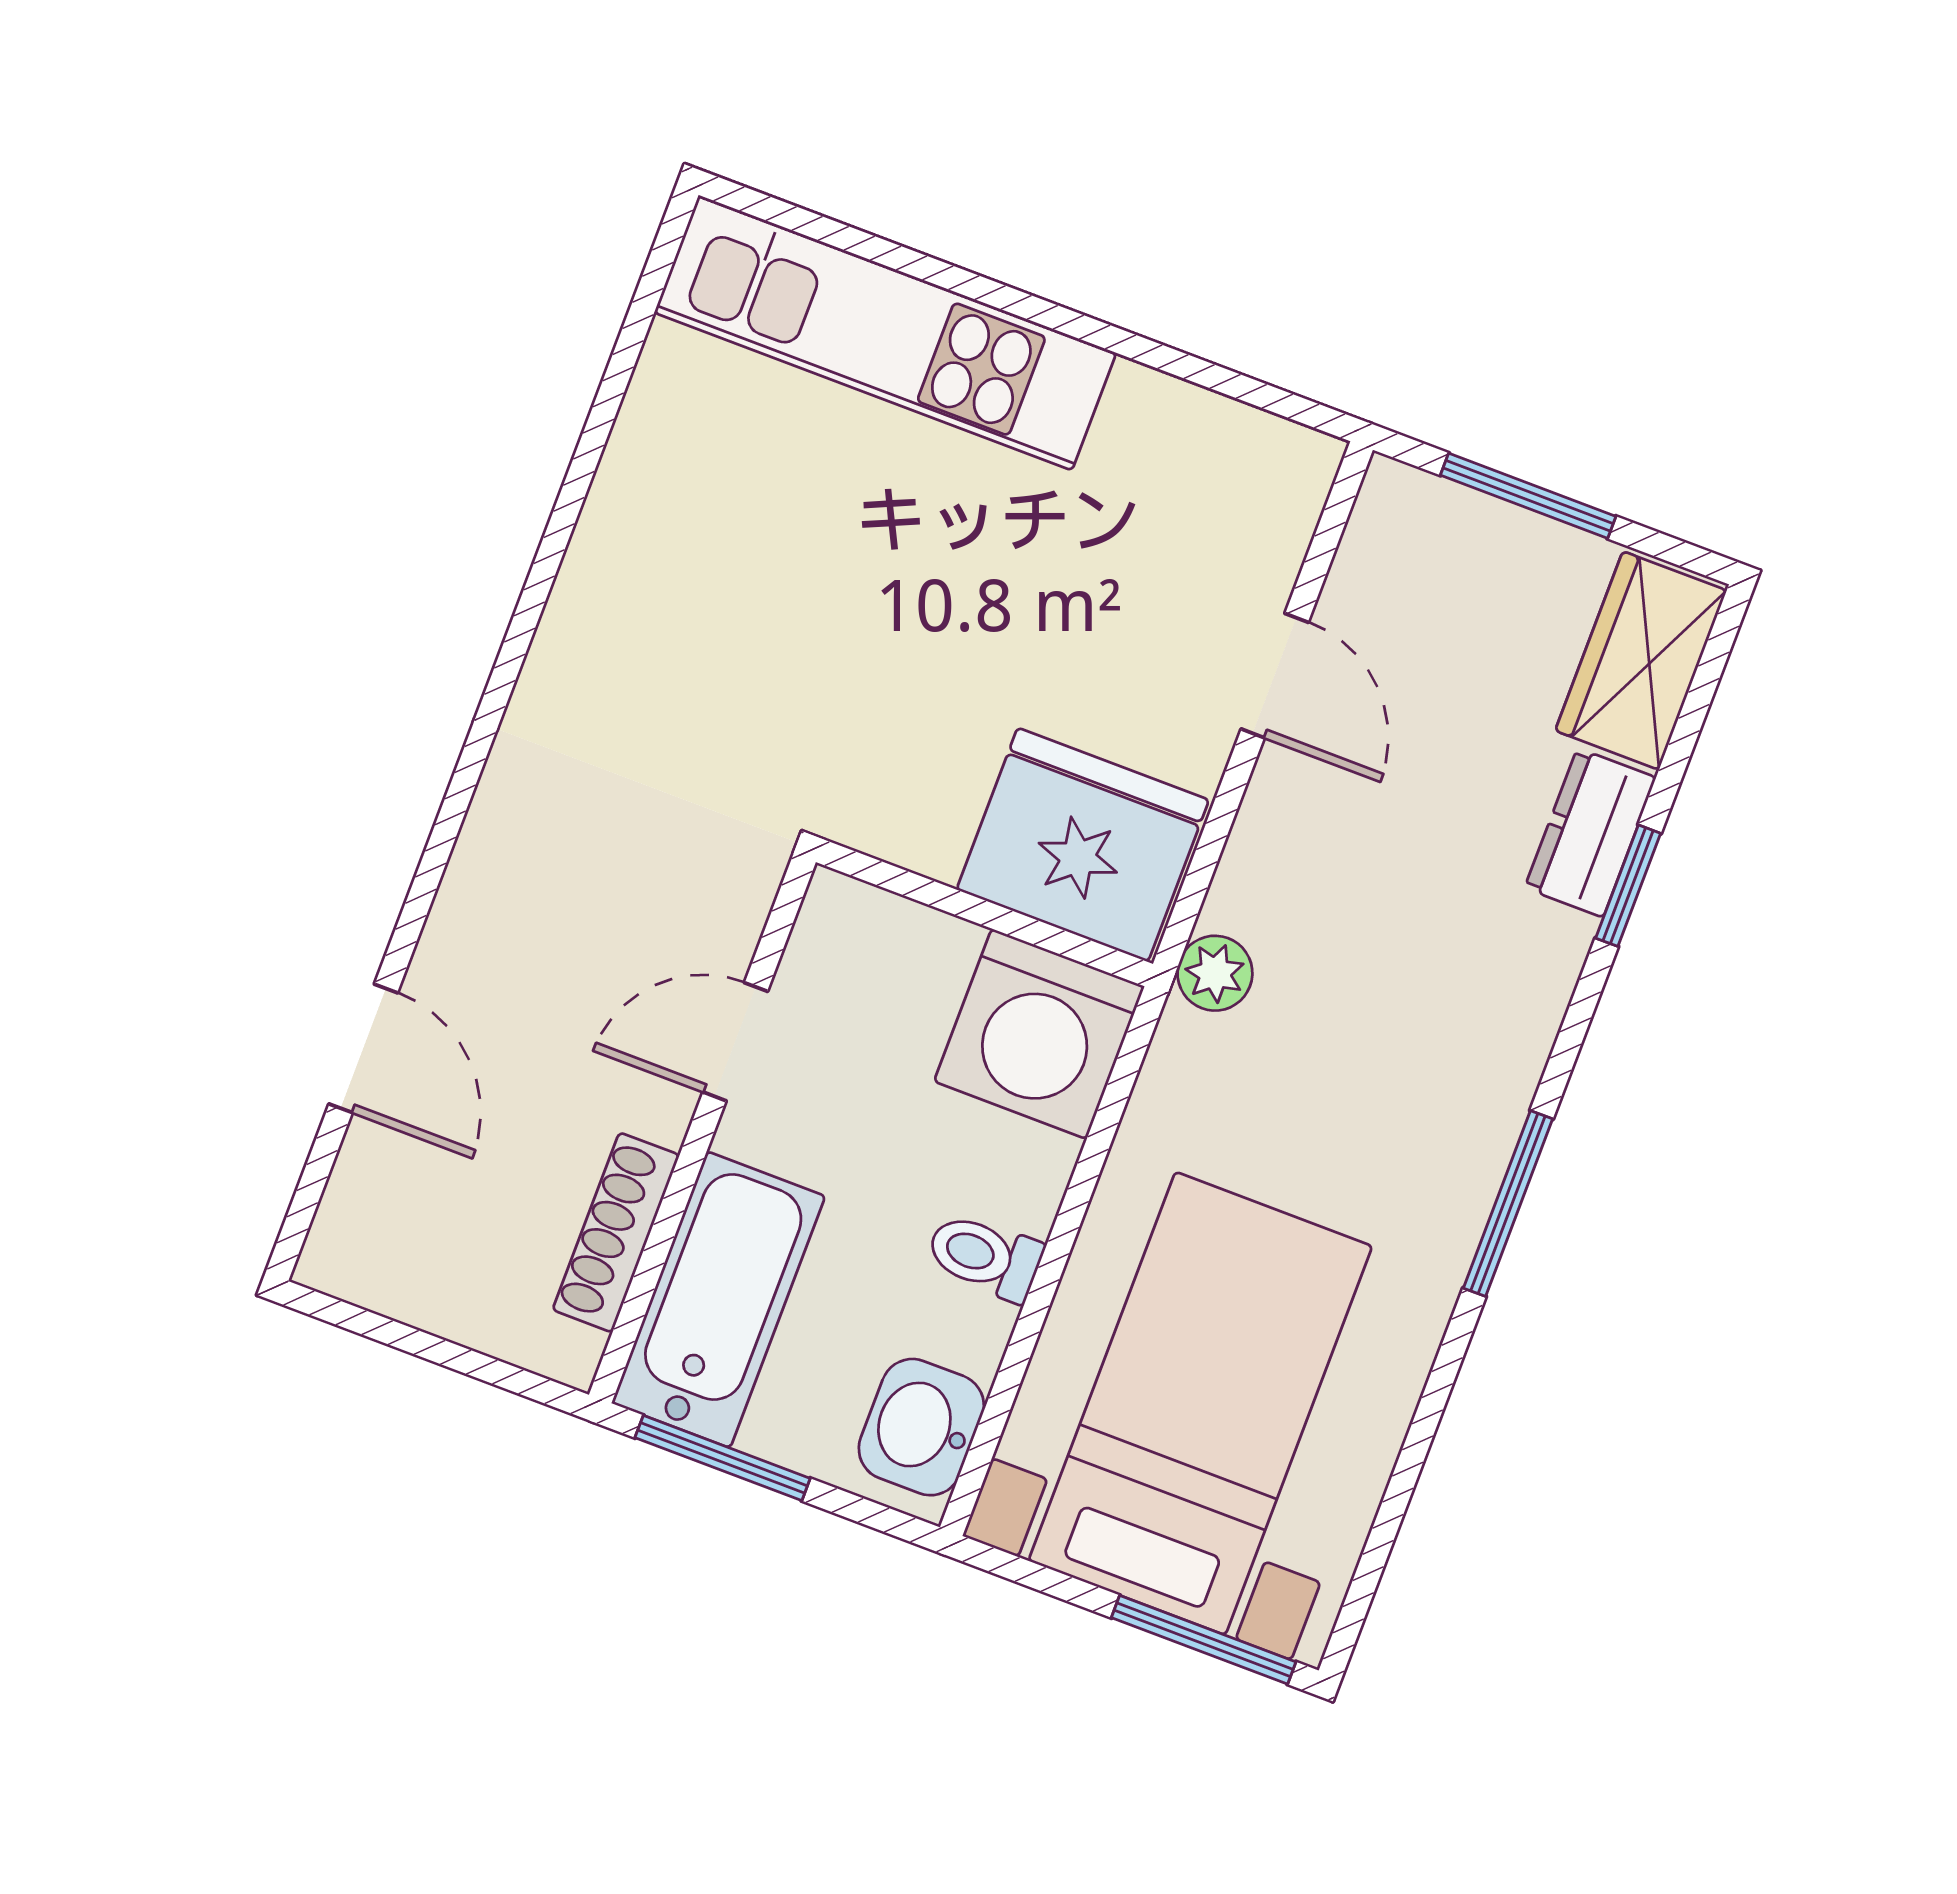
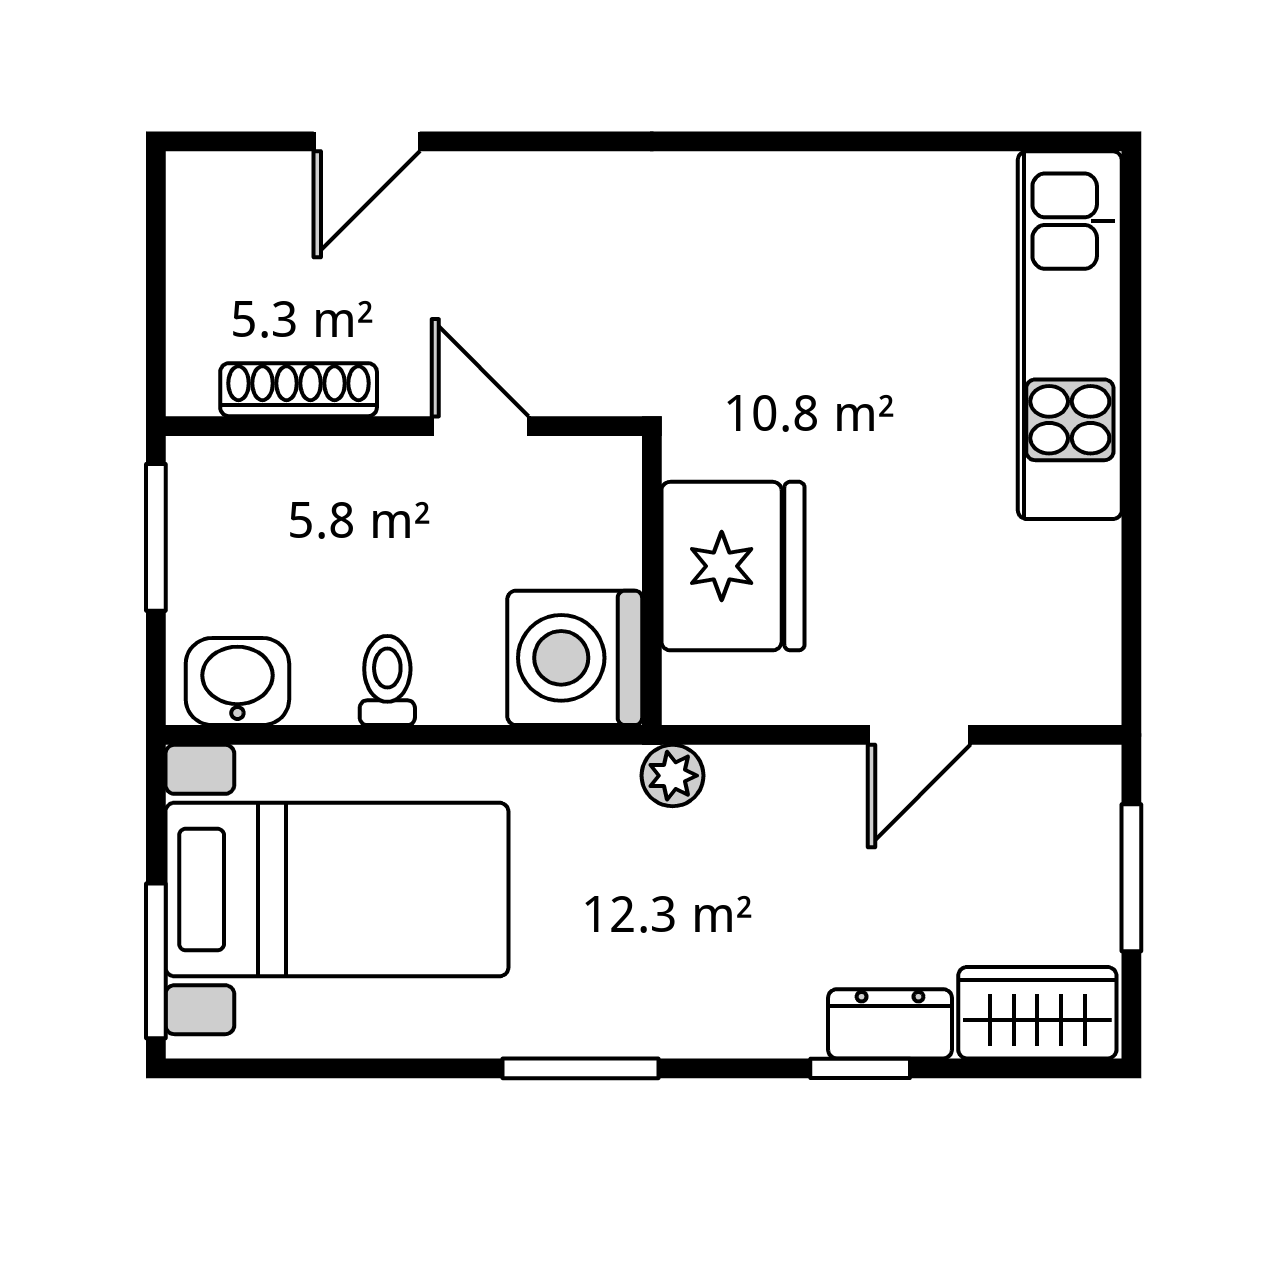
fridge: (1083, 845) -> (733, 566), moved
bathtub: (718, 1300) -> (277, 488), removed

